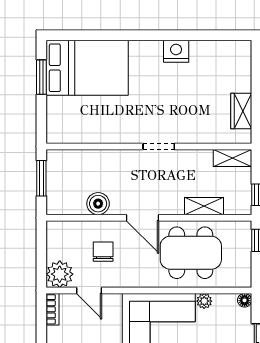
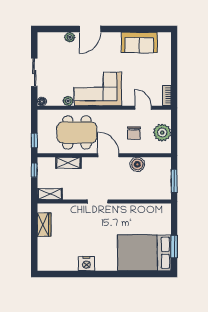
plant: (60, 274) -> (162, 133), moved

